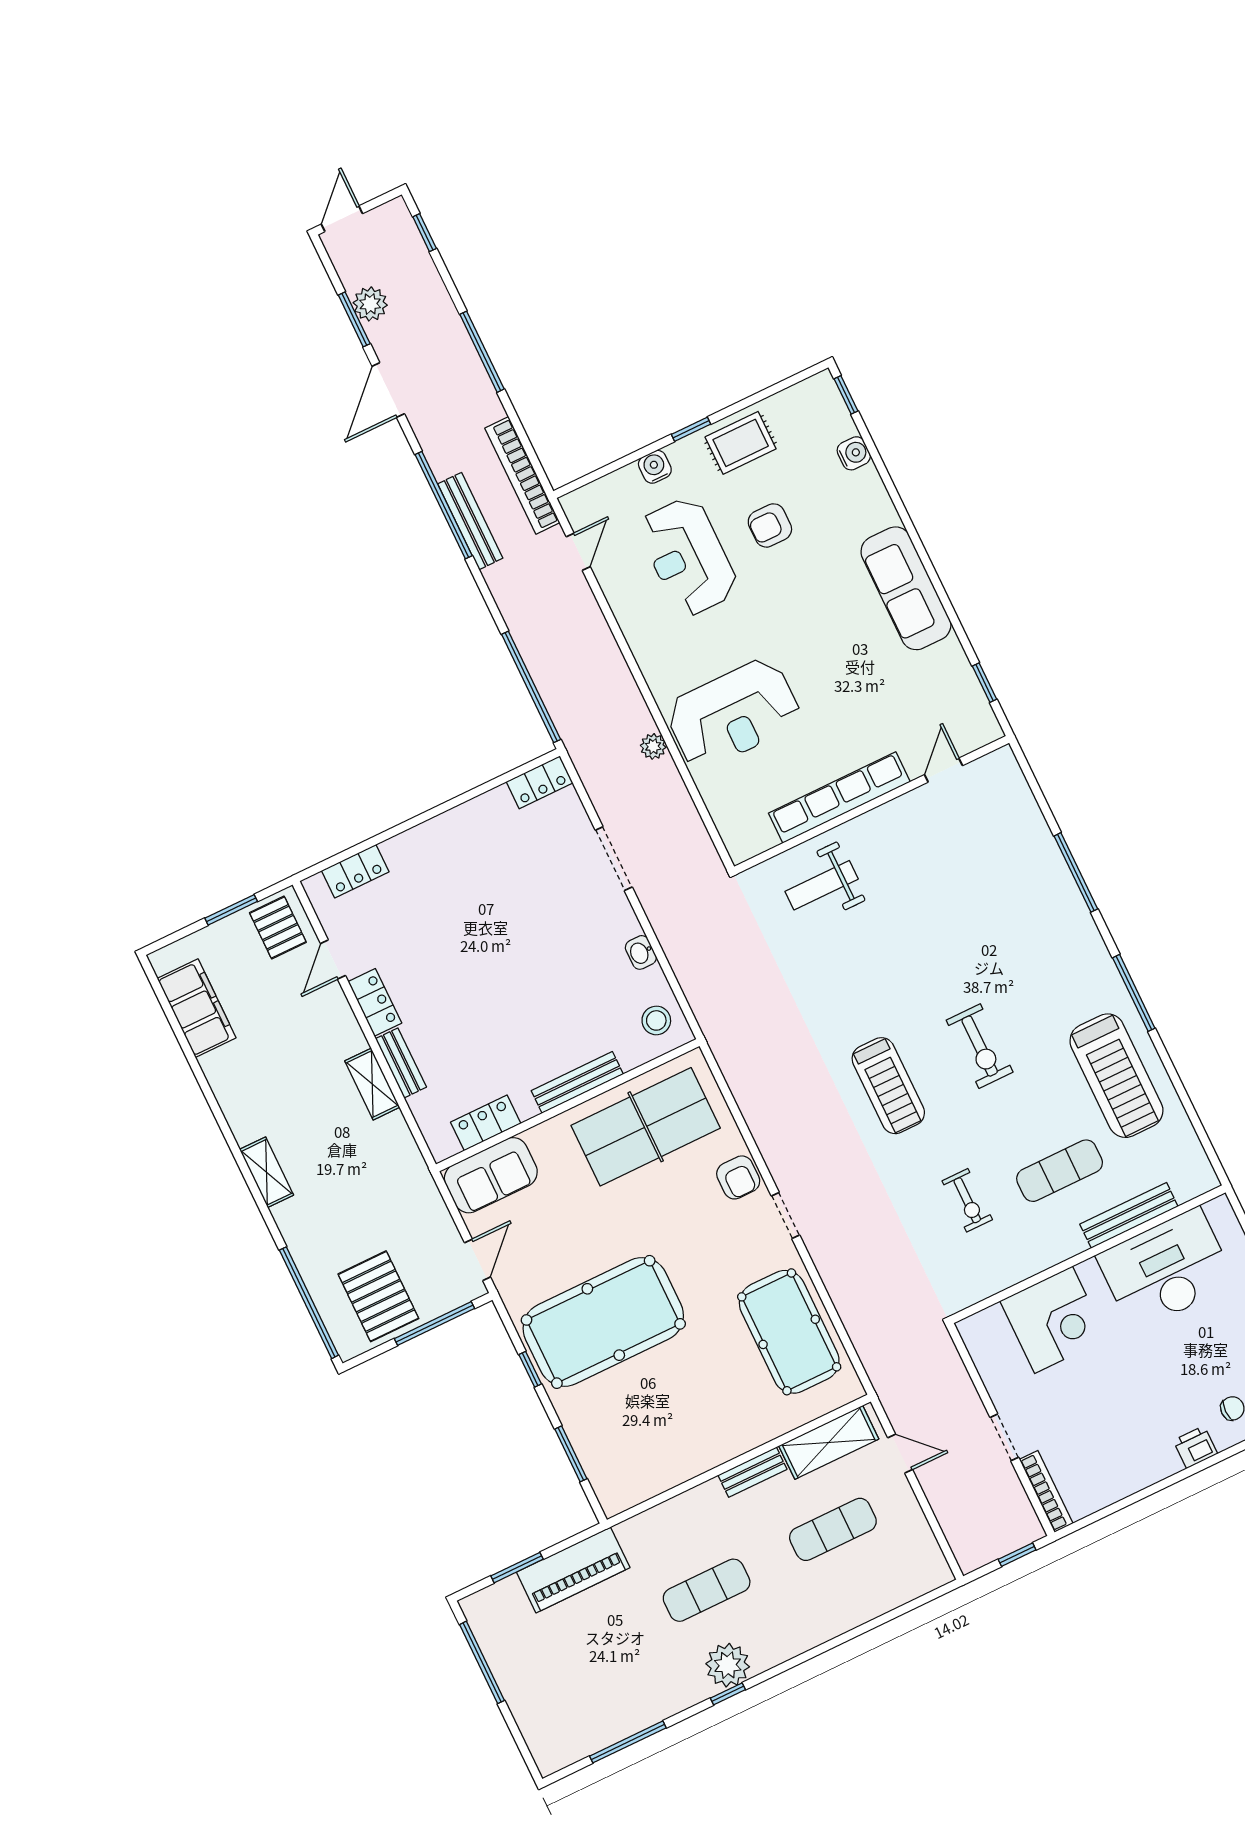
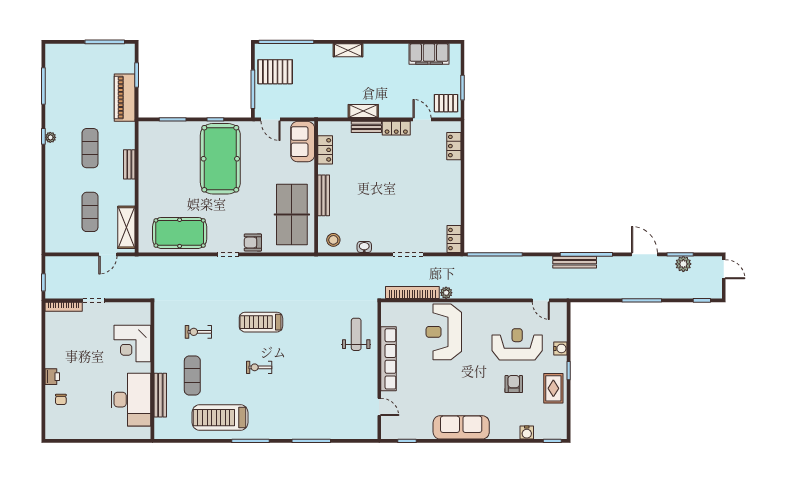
bookcase: (522, 475) -> (412, 293), moved
exercise bike: (980, 1046) -> (259, 367), width x0.73, depth x0.72
bench: (752, 1472) -> (129, 164), moved
plant: (728, 1665) -> (50, 137), width x0.53, depth x0.53

